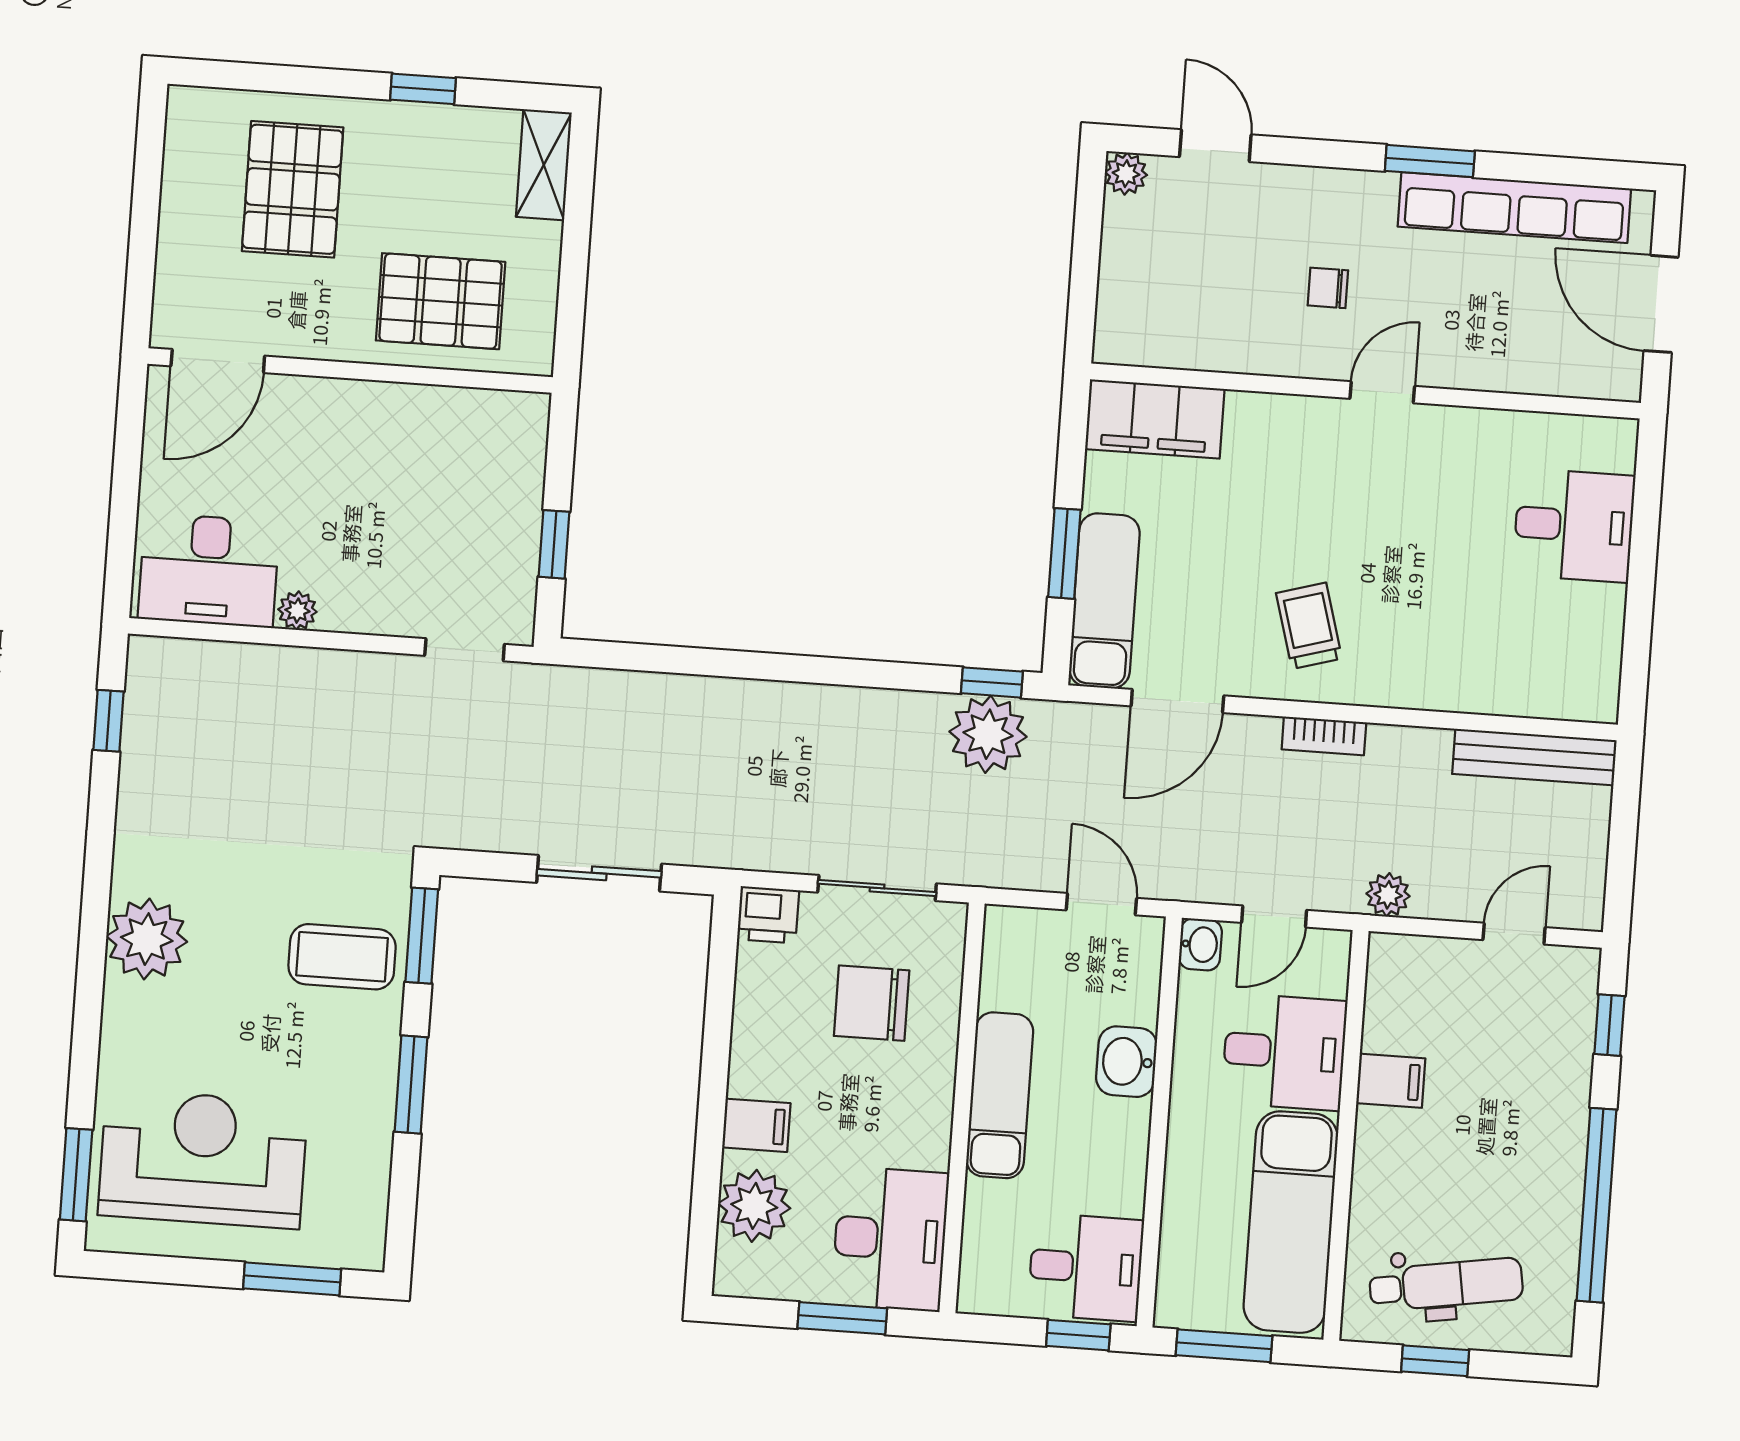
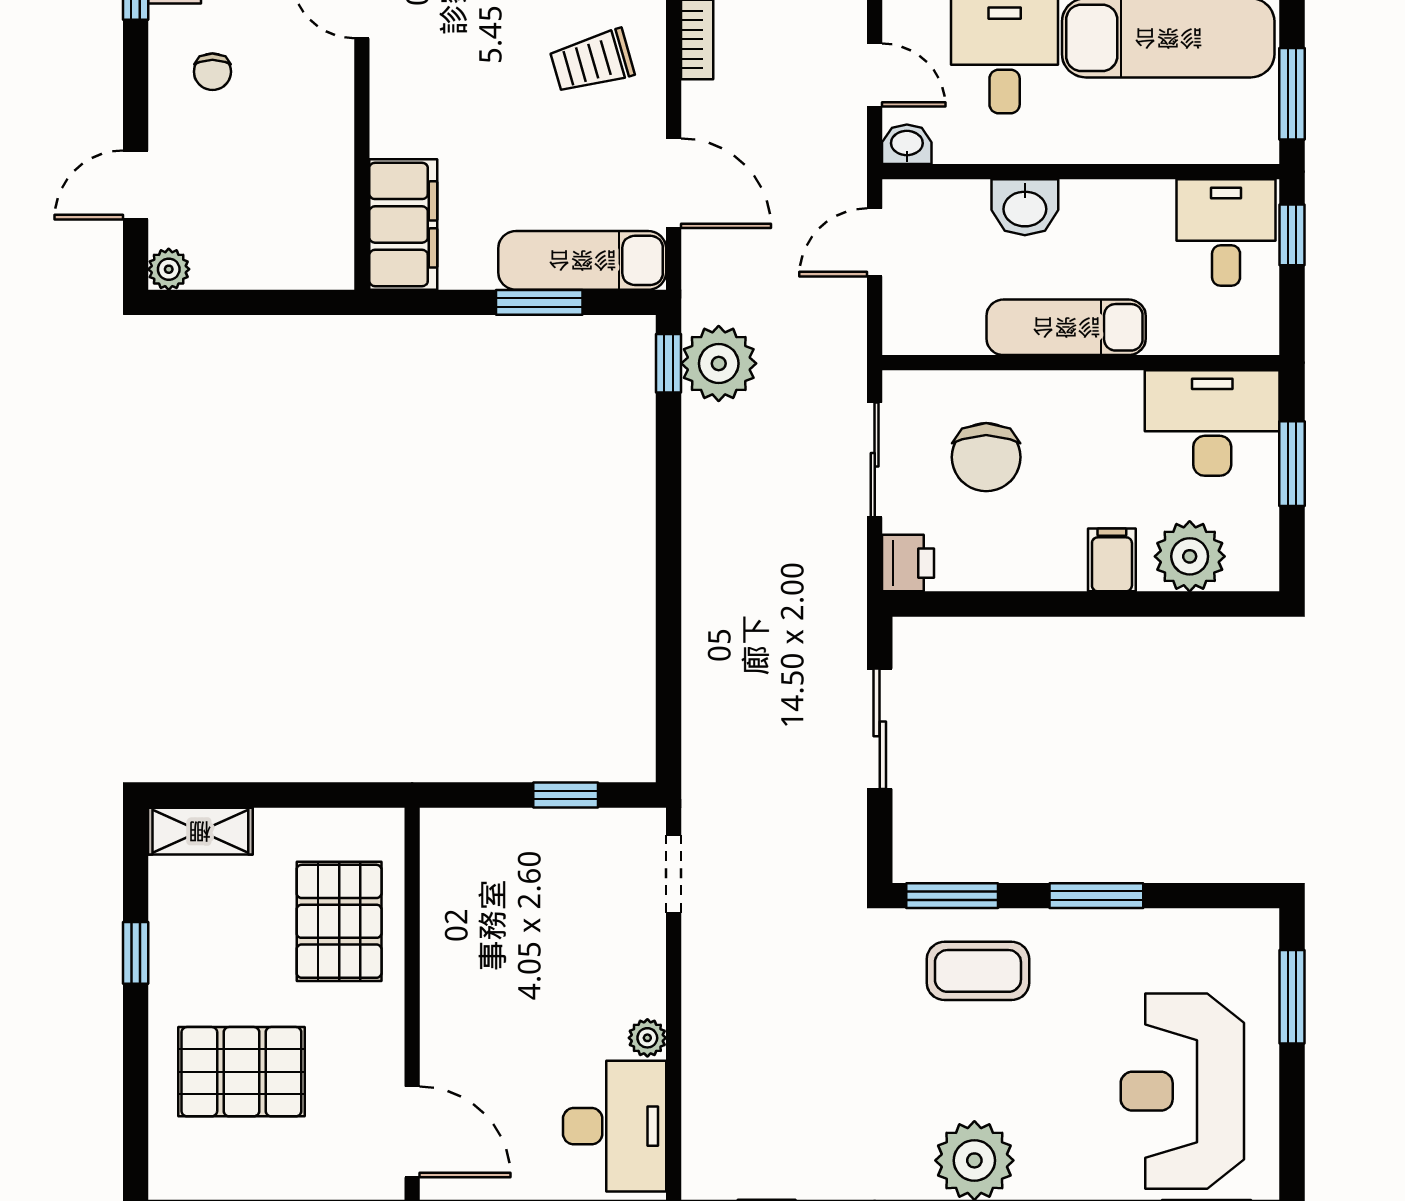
chair: (1328, 288) -> (212, 72), moved
coffee table: (342, 957) -> (978, 971), turned 90

